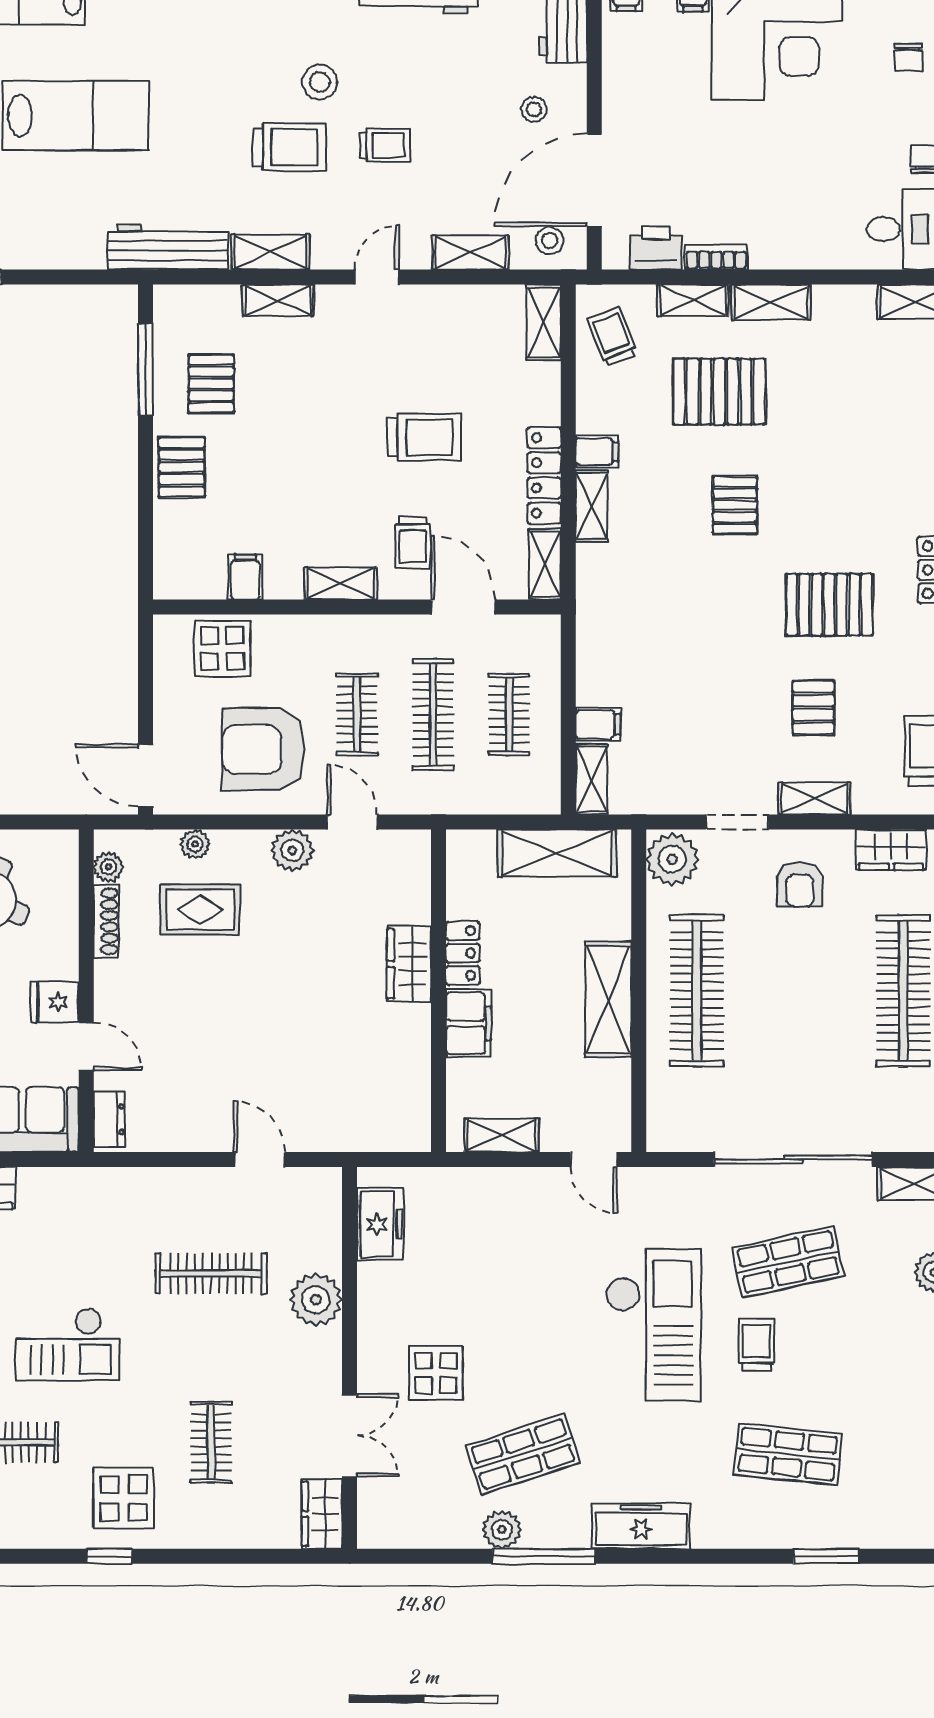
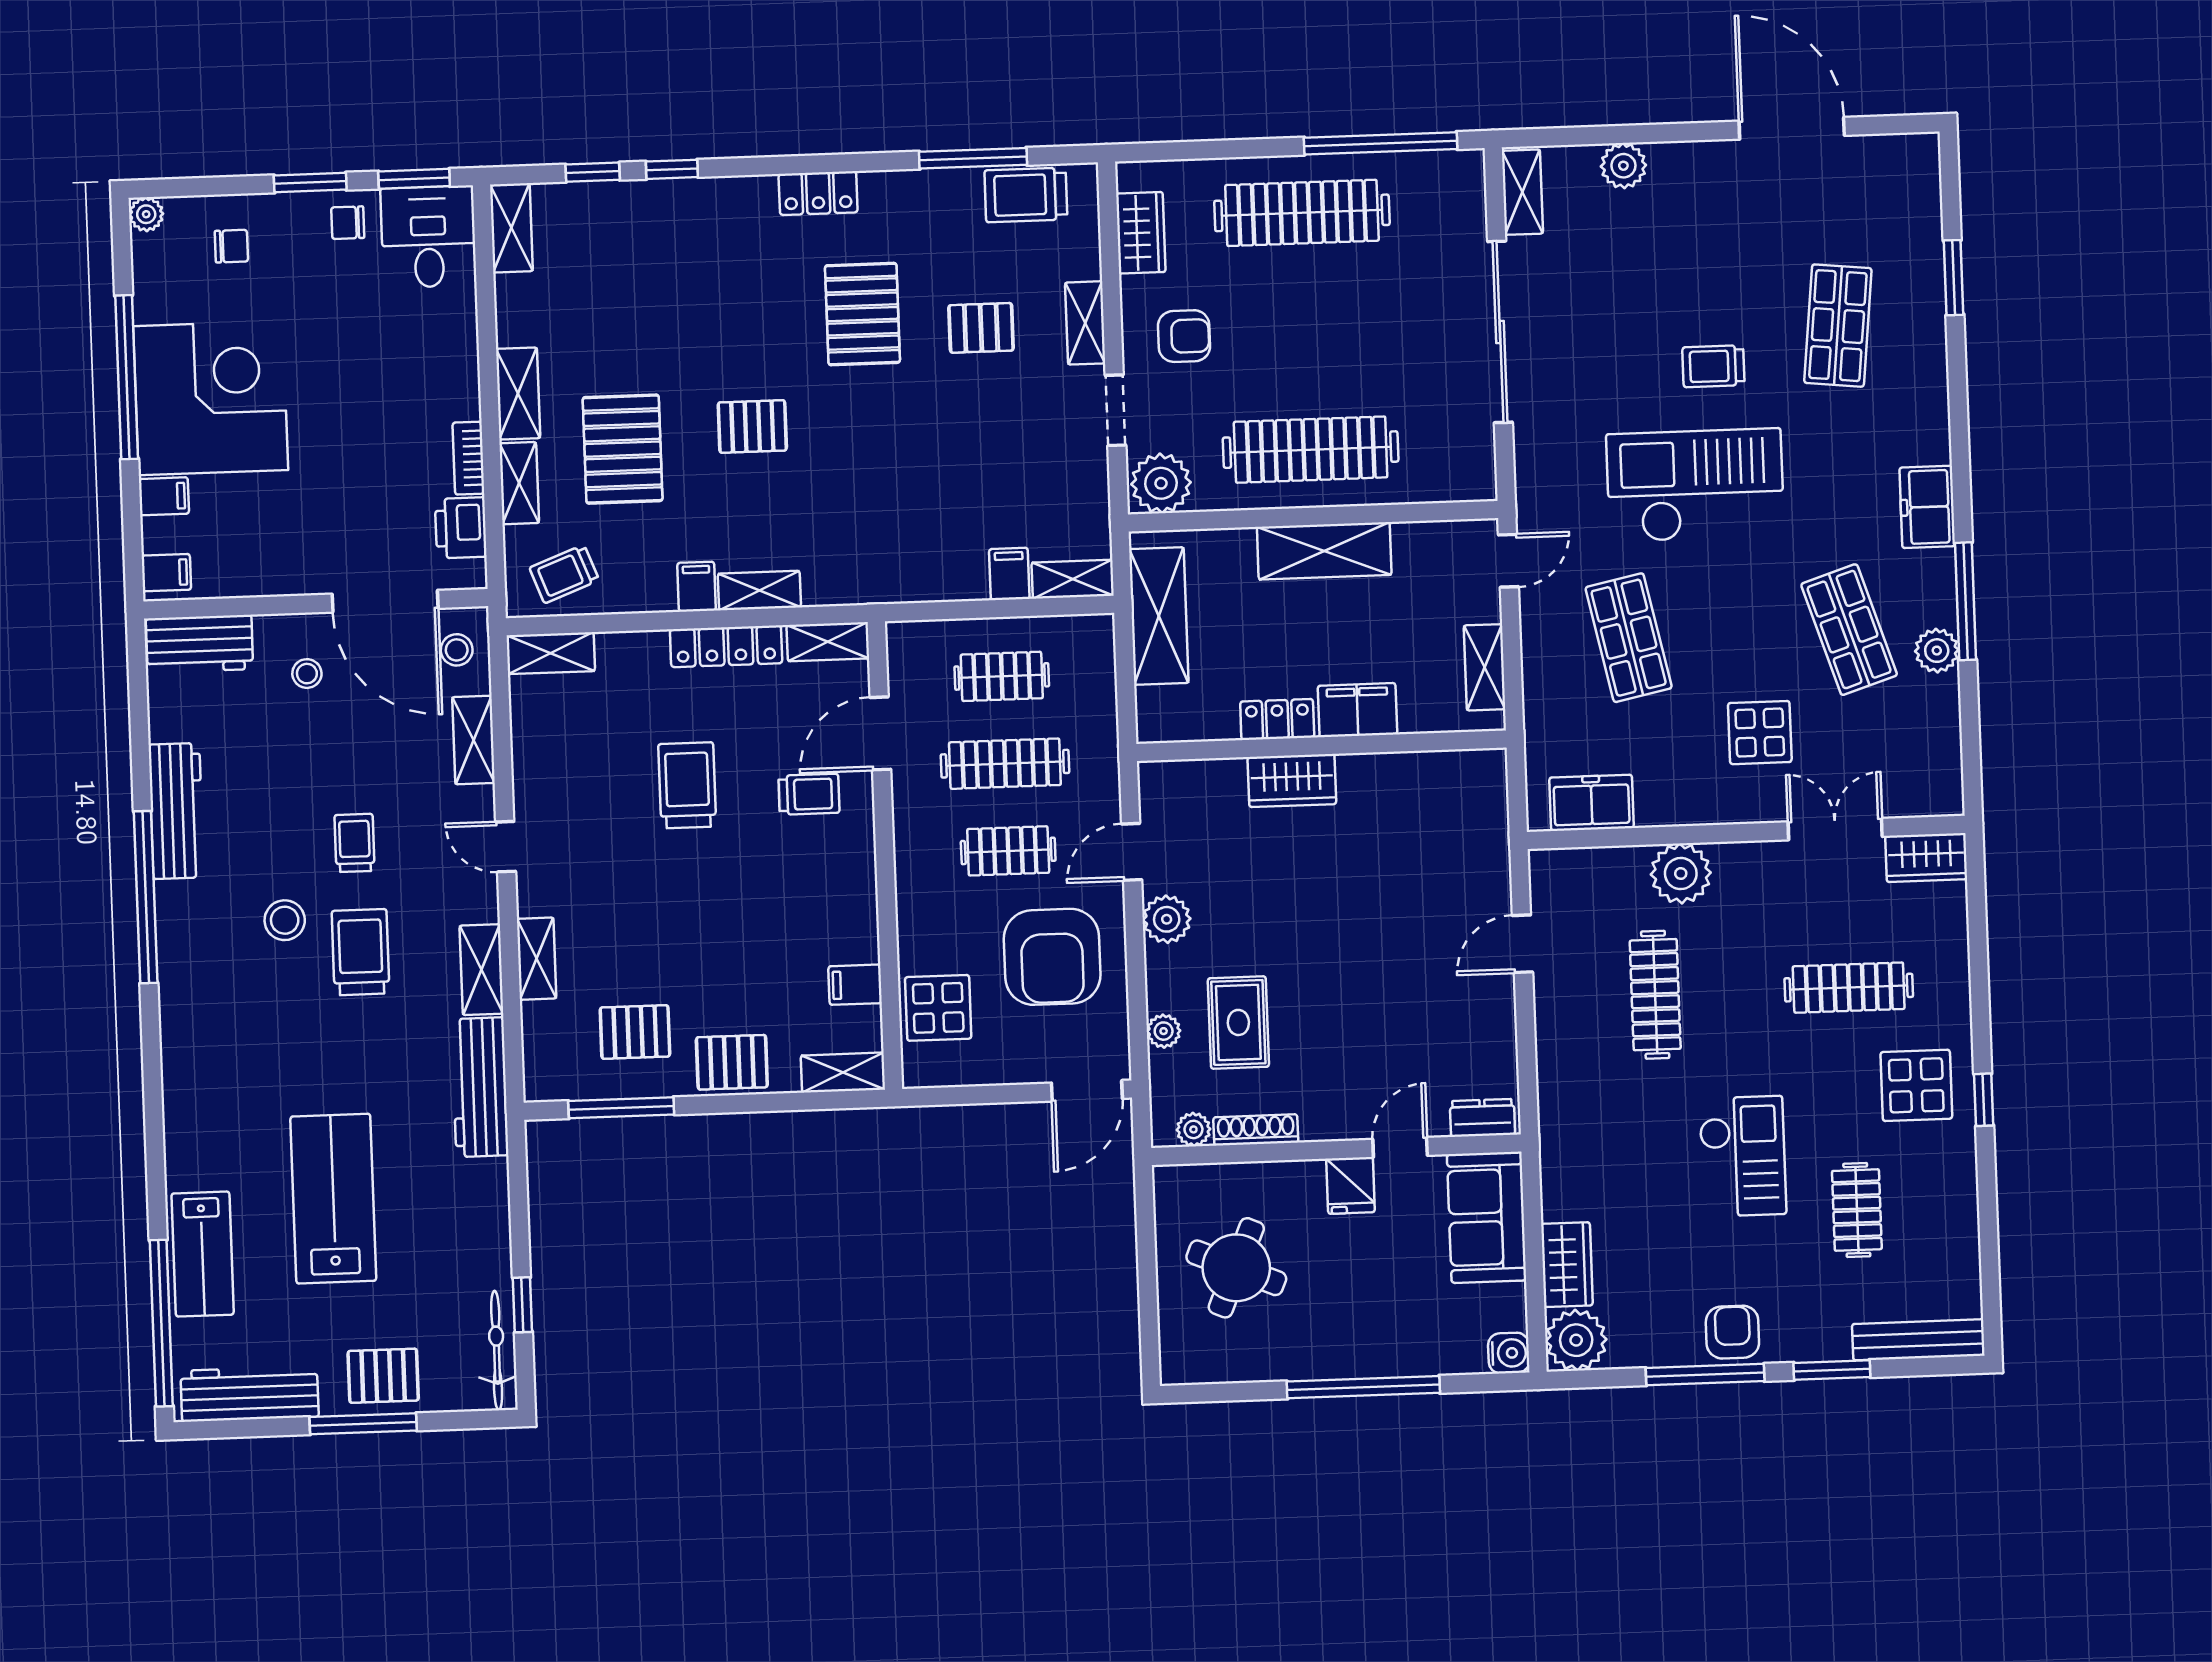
shelving: (341, 583) -> (843, 1072), moved, turned 90
shop shelf: (788, 1262) -> (1629, 638), moved
clothes rail: (211, 1442) -> (1849, 988), width x1.36
freezer: (641, 1526) -> (1927, 507), width x0.71

